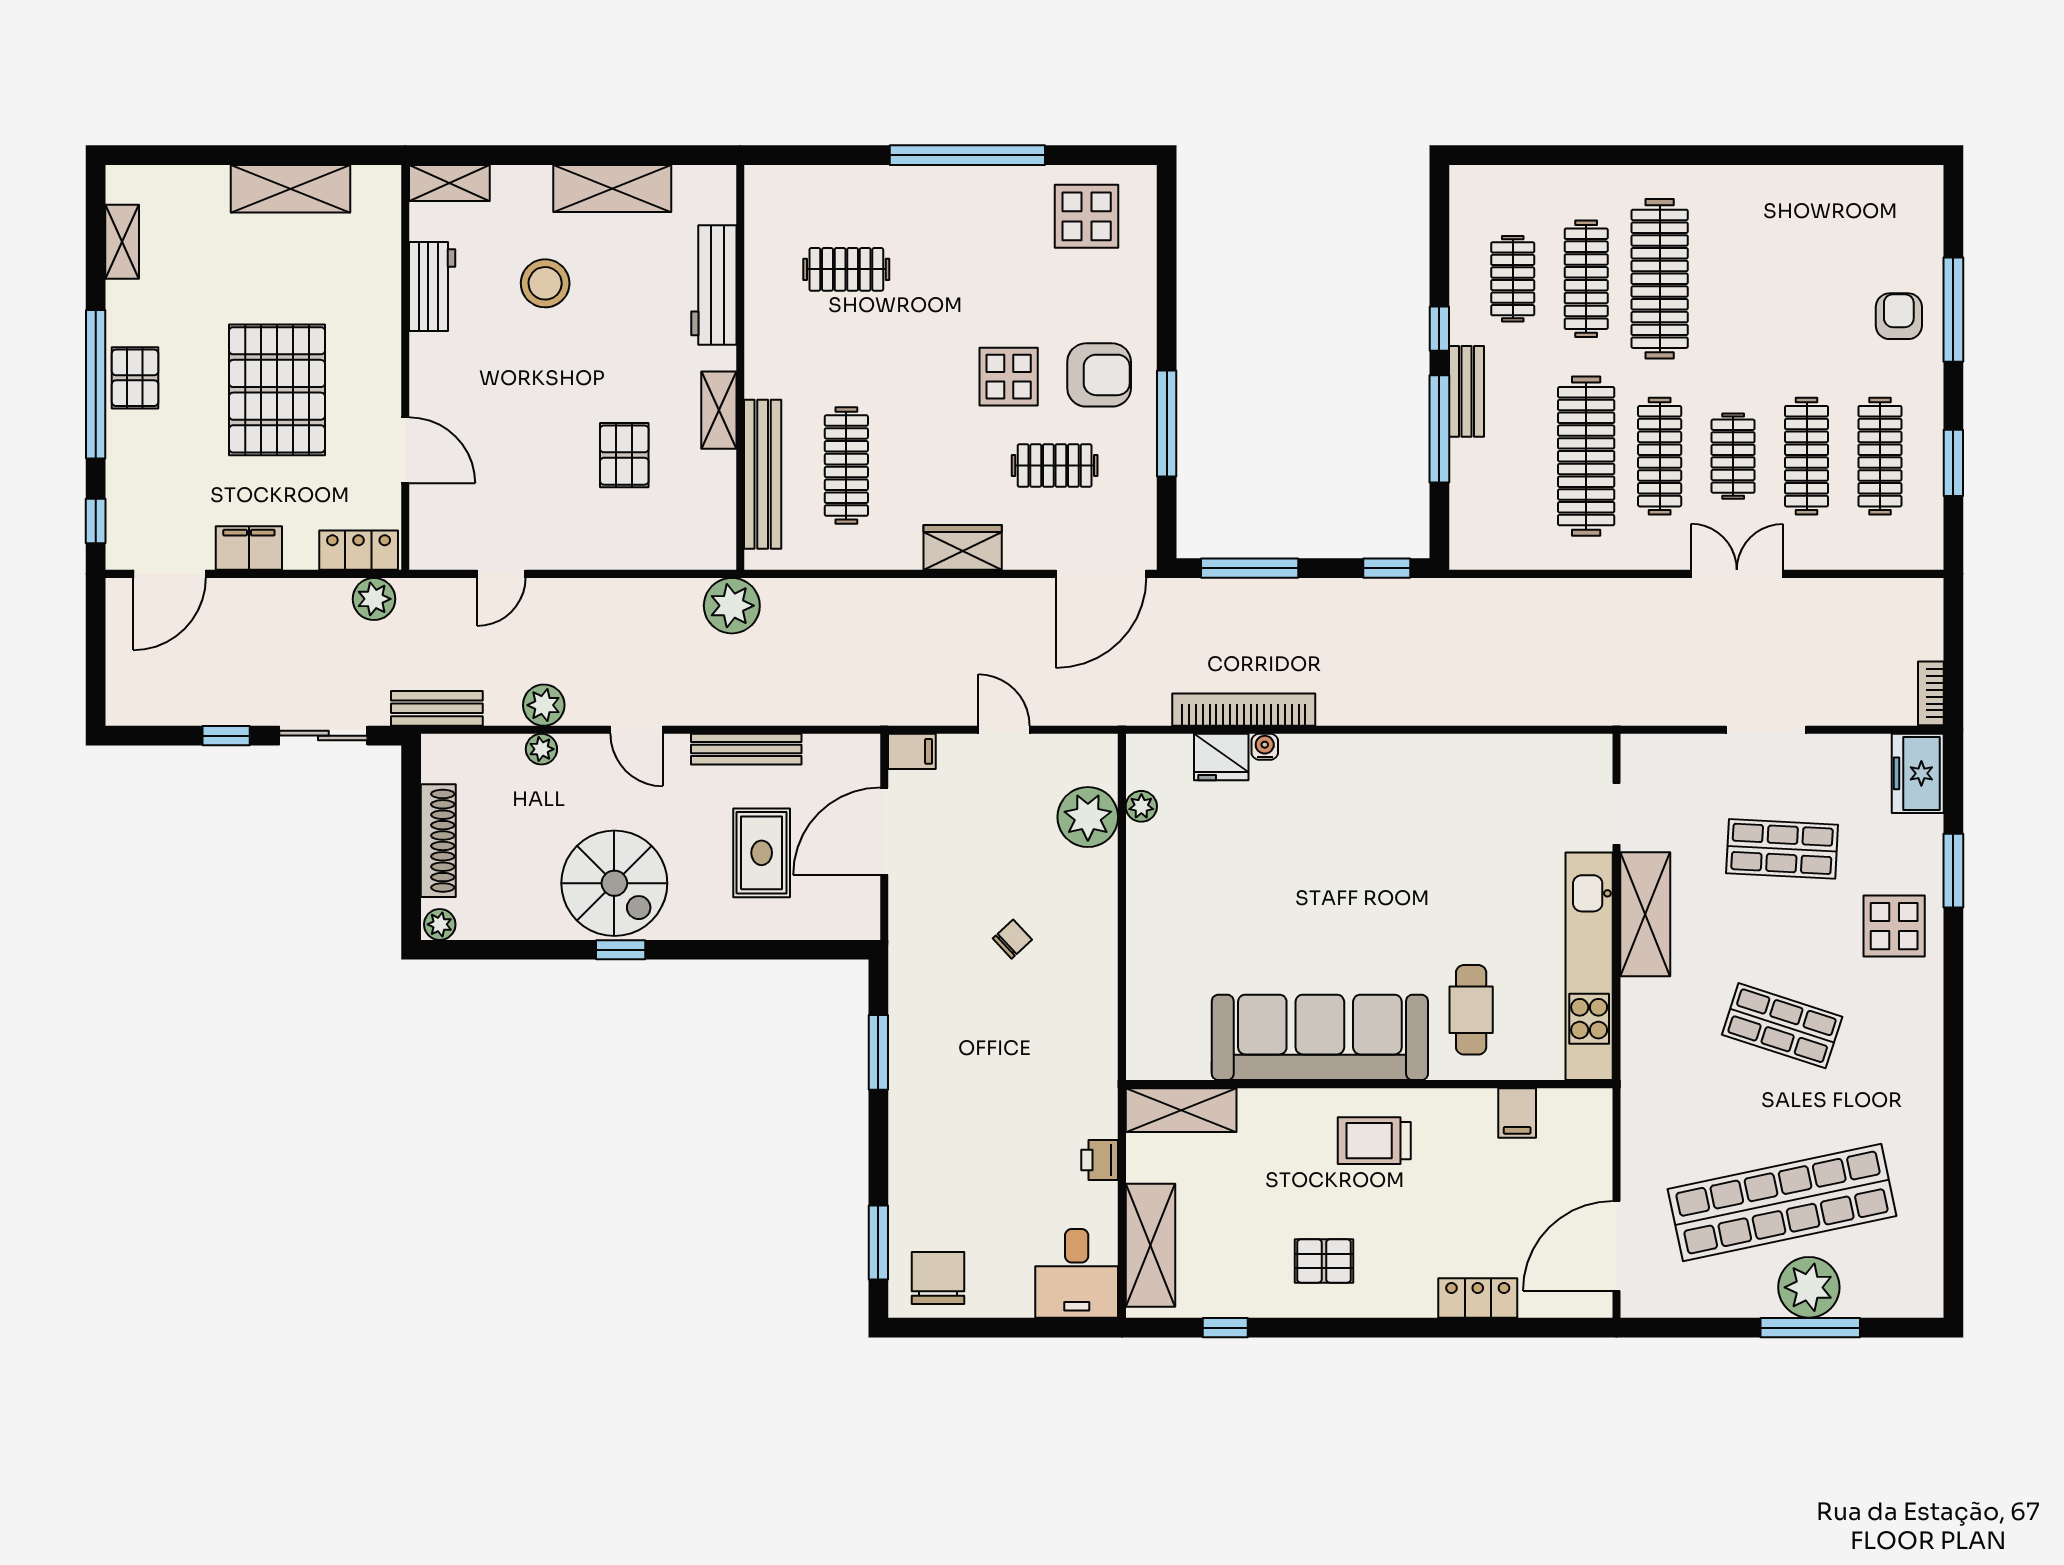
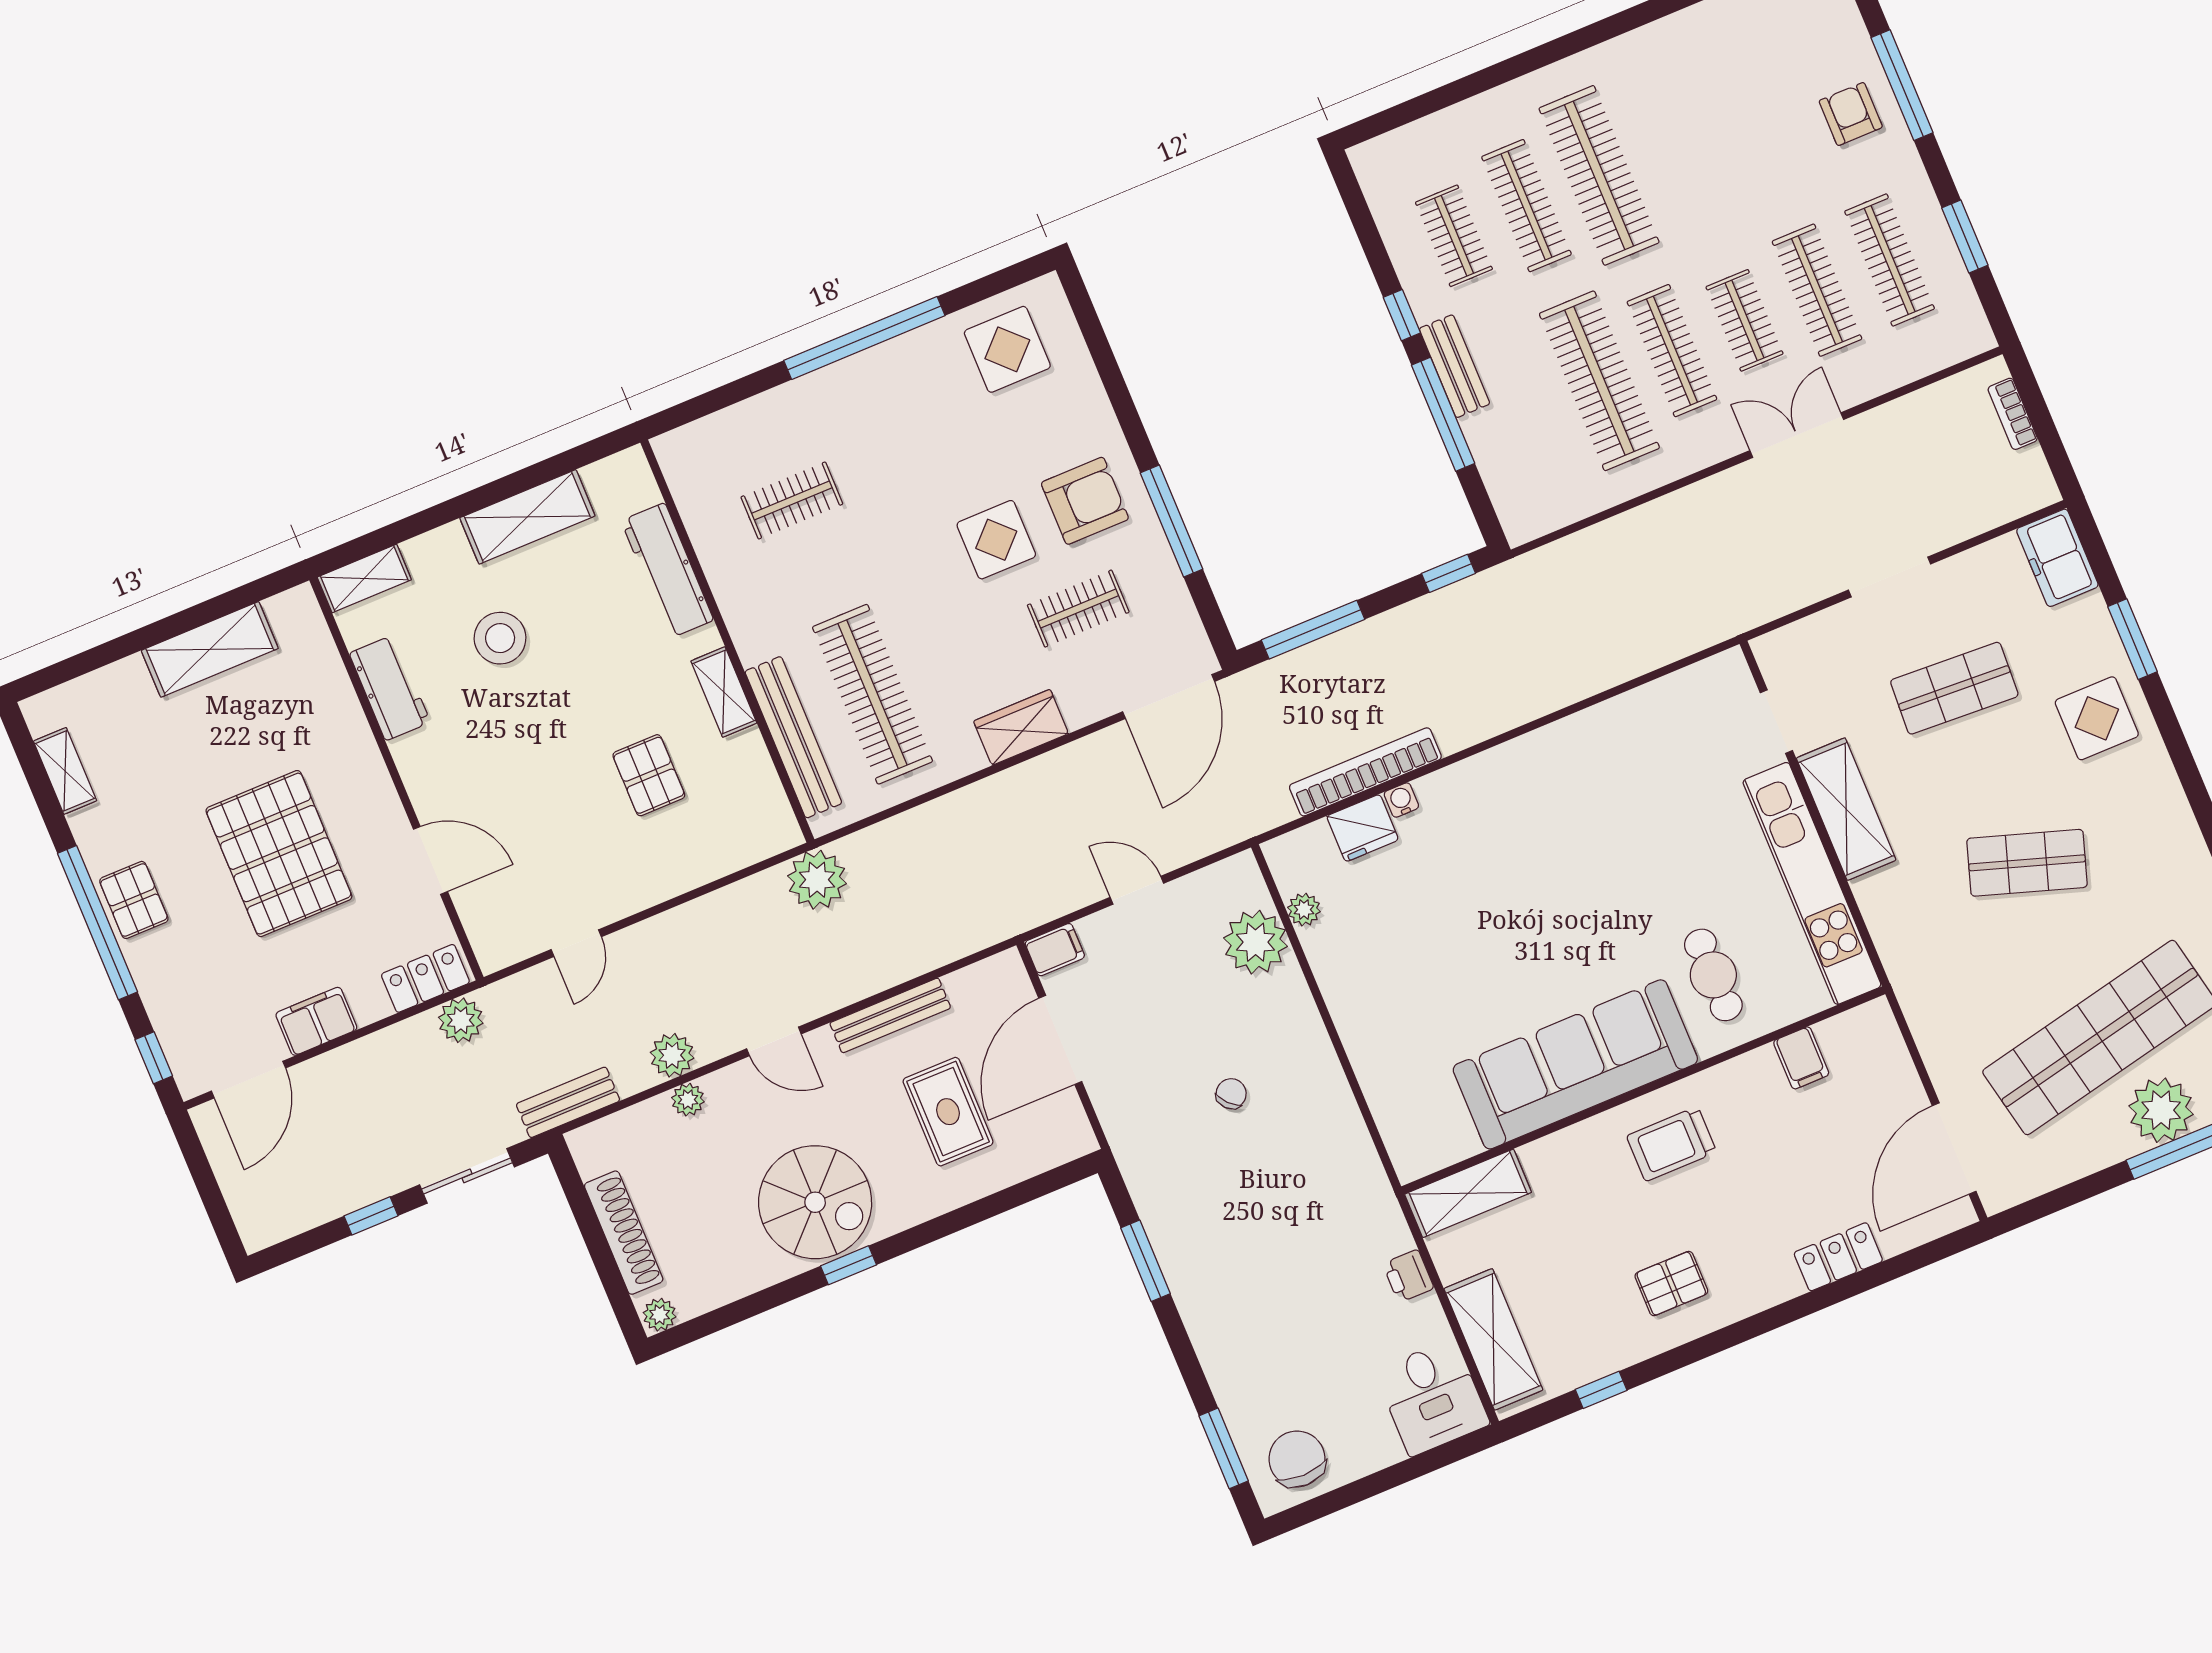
clothes rail: (846, 466) -> (872, 694), width x1.37, depth x1.31
bookcase: (1931, 693) -> (2013, 414), moved

